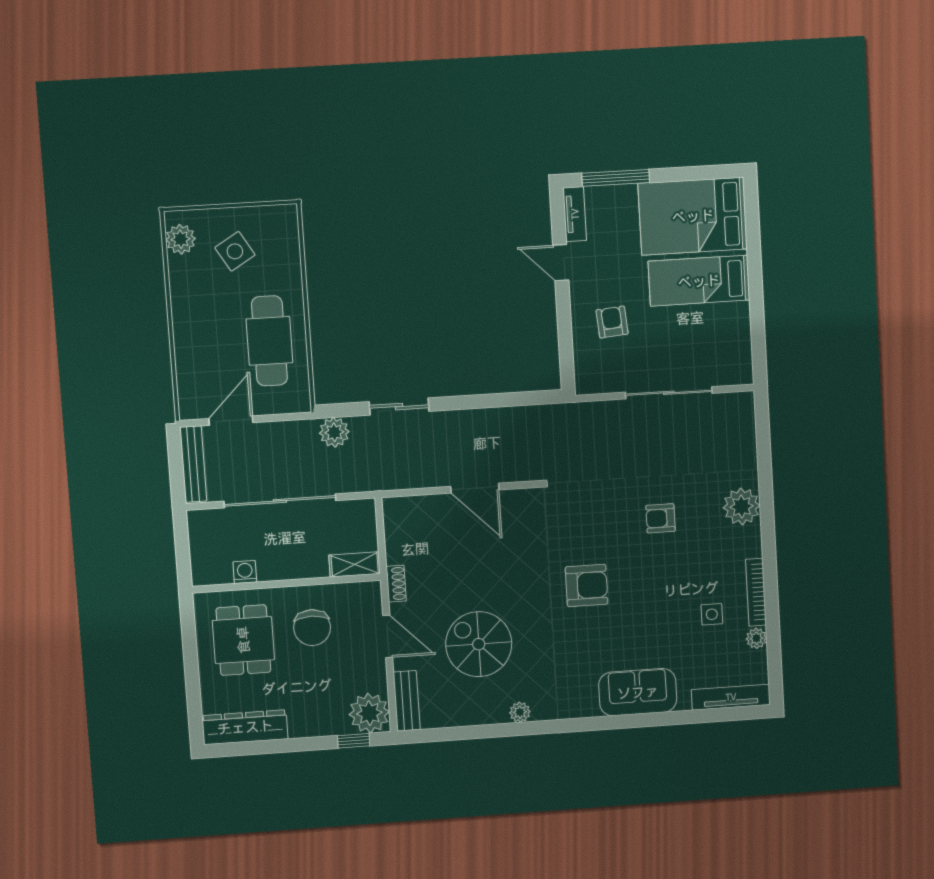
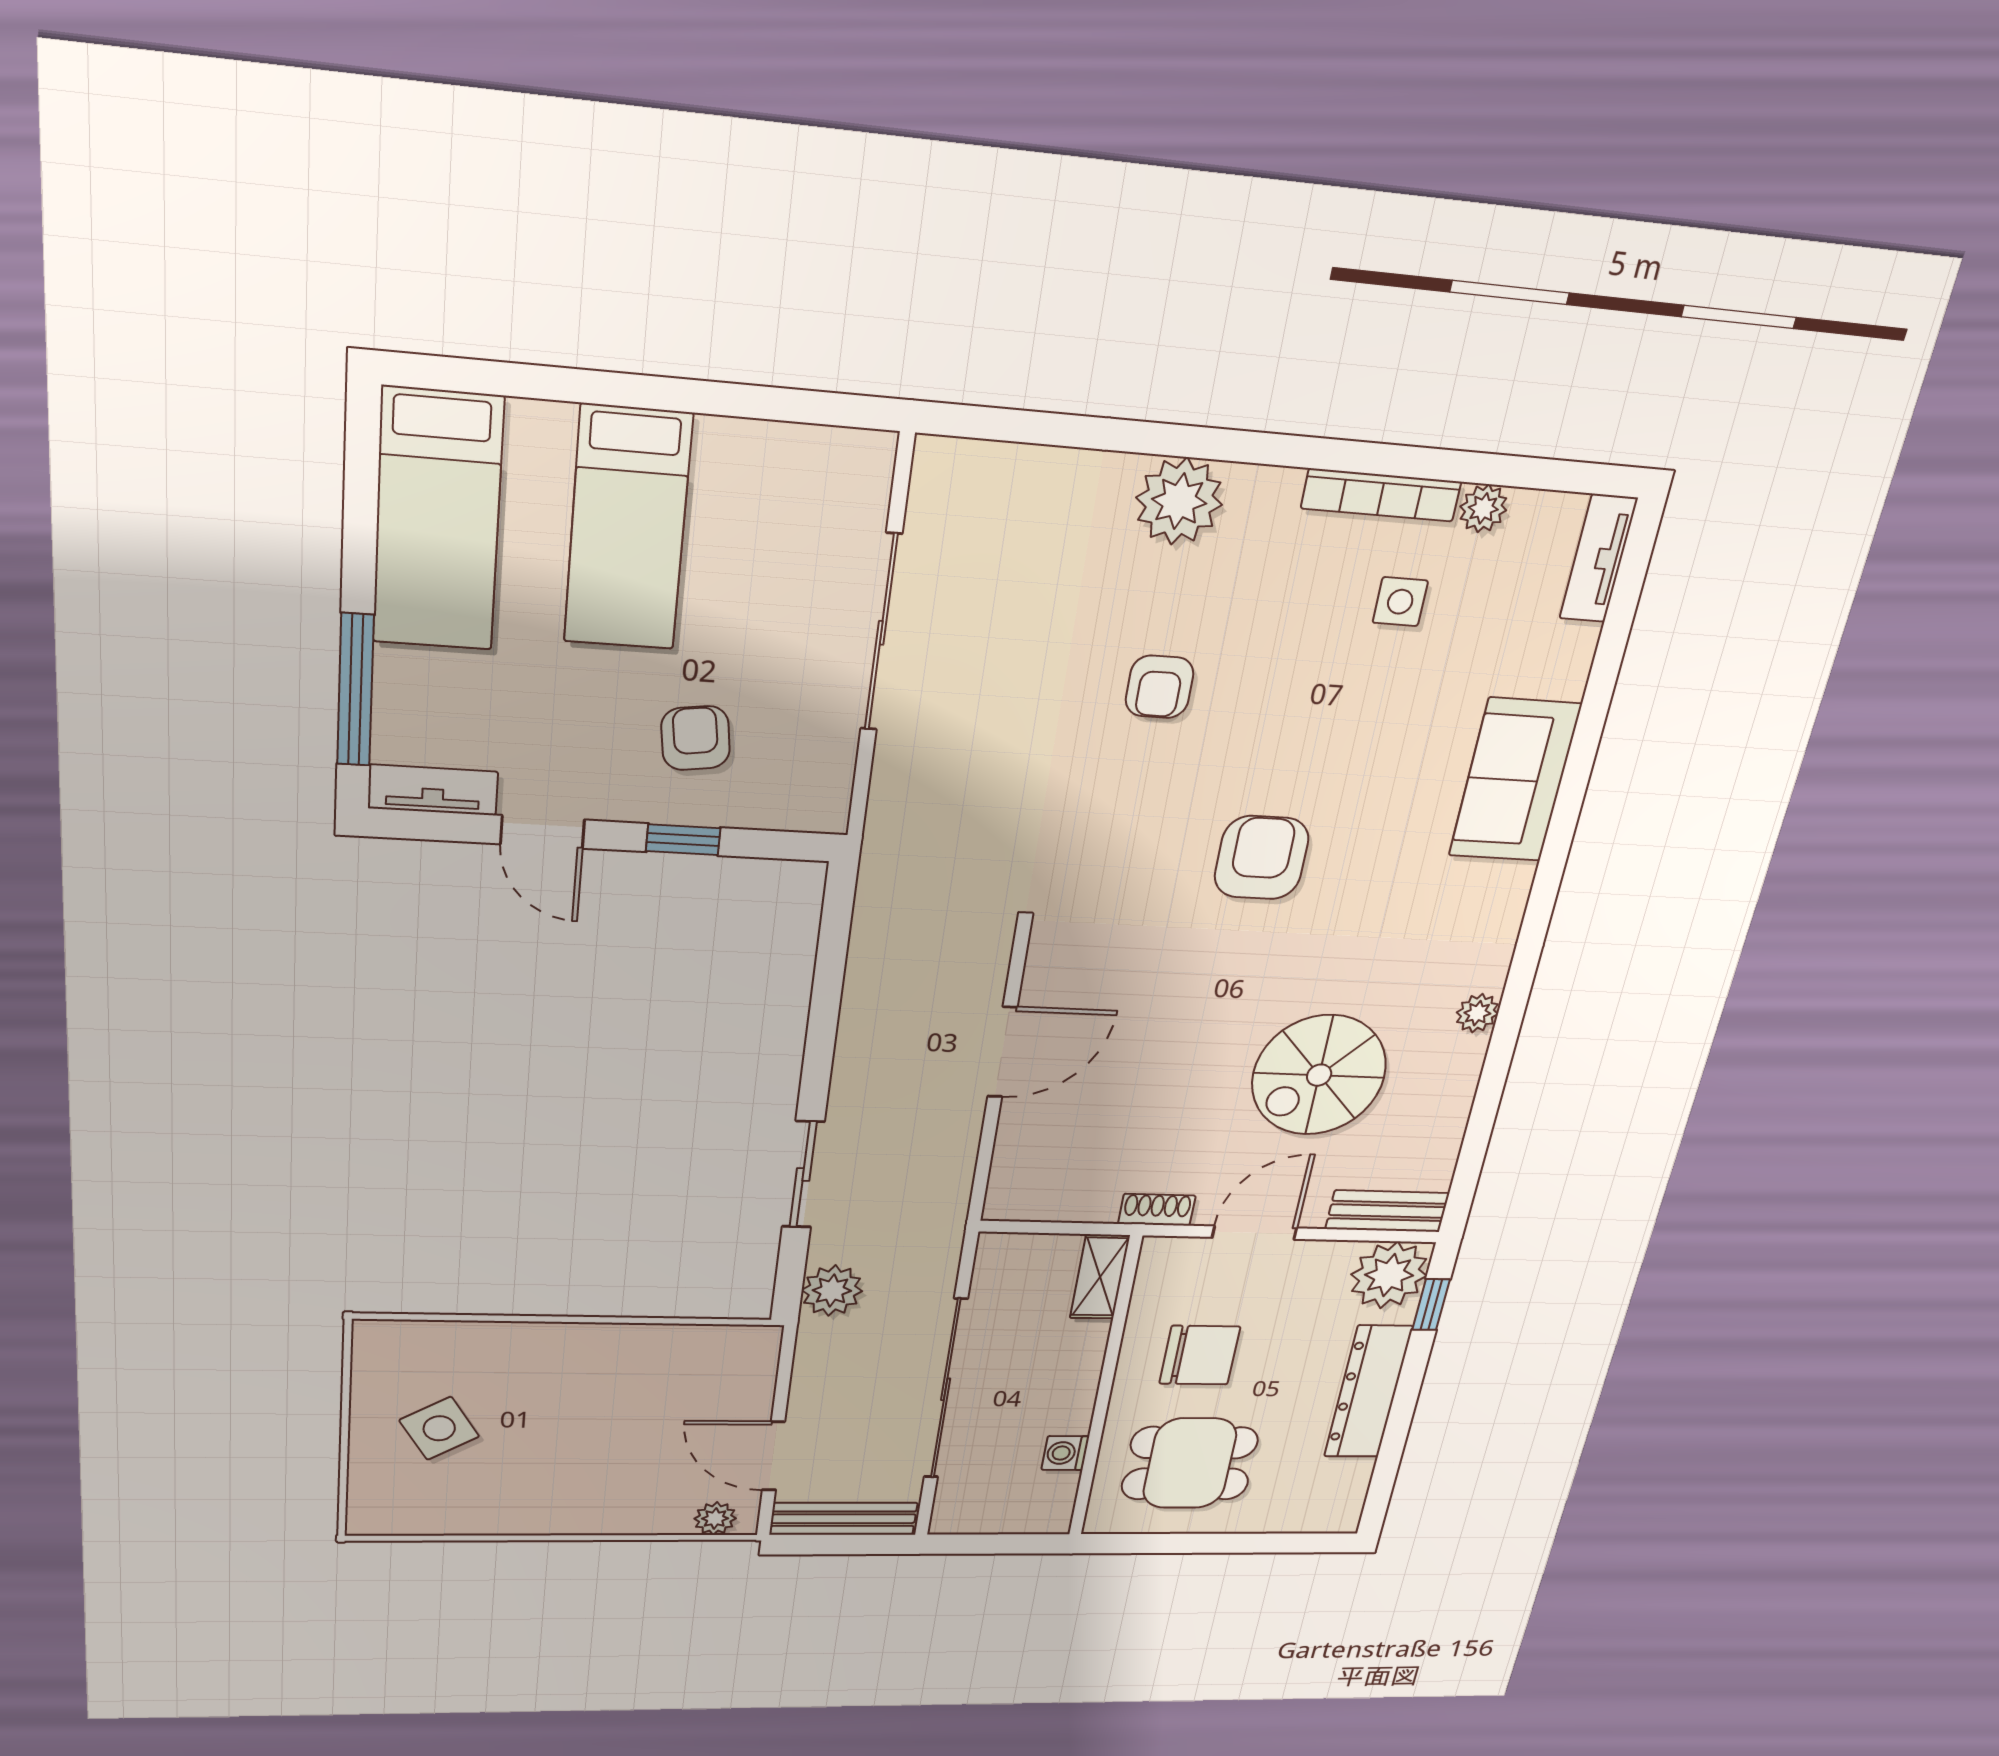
bed: (693, 216) -> (438, 521), width x0.67
plant: (181, 239) -> (715, 1519), moved, width x0.73, depth x0.73
door: (561, 263) -> (542, 832), hinge flipped
armchair: (612, 322) -> (696, 738), turned 87
window: (564, 324) -> (683, 840), added
cafe table: (269, 341) -> (628, 1384), removed
tv unit: (731, 697) -> (1598, 559), width x0.71
dresser: (245, 727) -> (1368, 1392), moved

